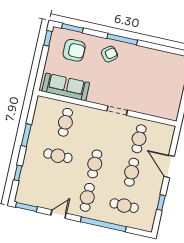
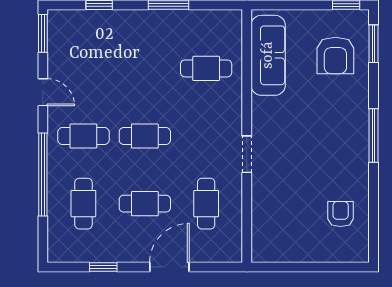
armchair: (110, 54) -> (341, 214), moved, turned -142
cafe table: (139, 139) -> (206, 204), turned 90
cafe table: (58, 156) -> (145, 68), removed

